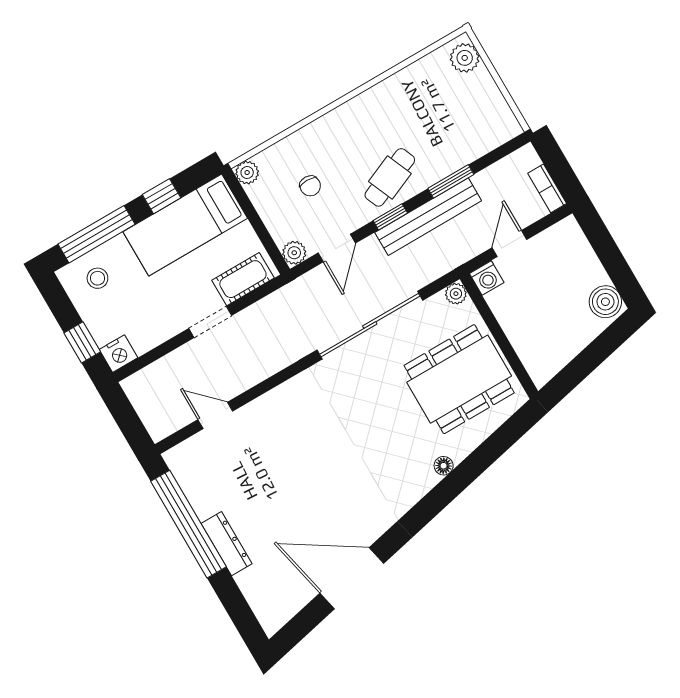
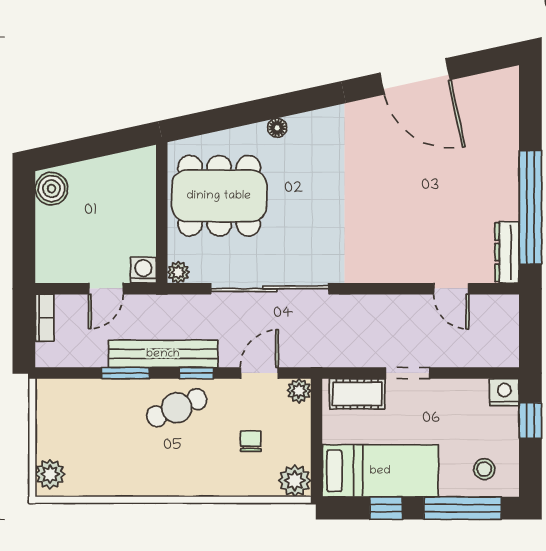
plant: (247, 173) -> (295, 481), width x1.38, depth x1.38
dresser: (226, 544) -> (507, 252), moved

